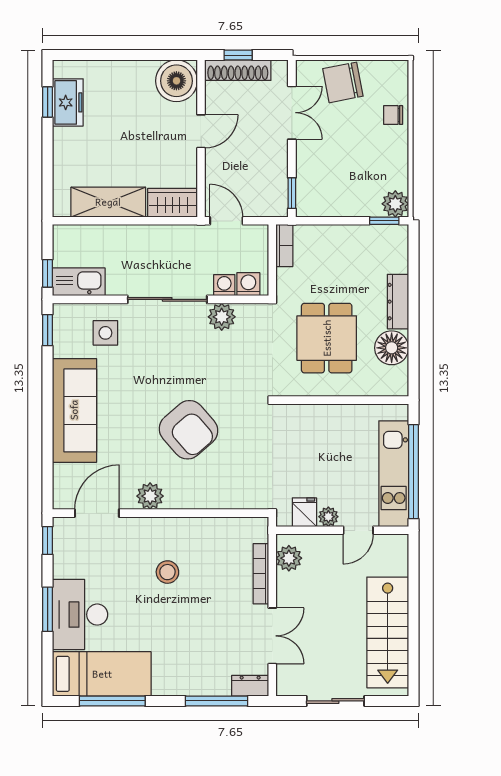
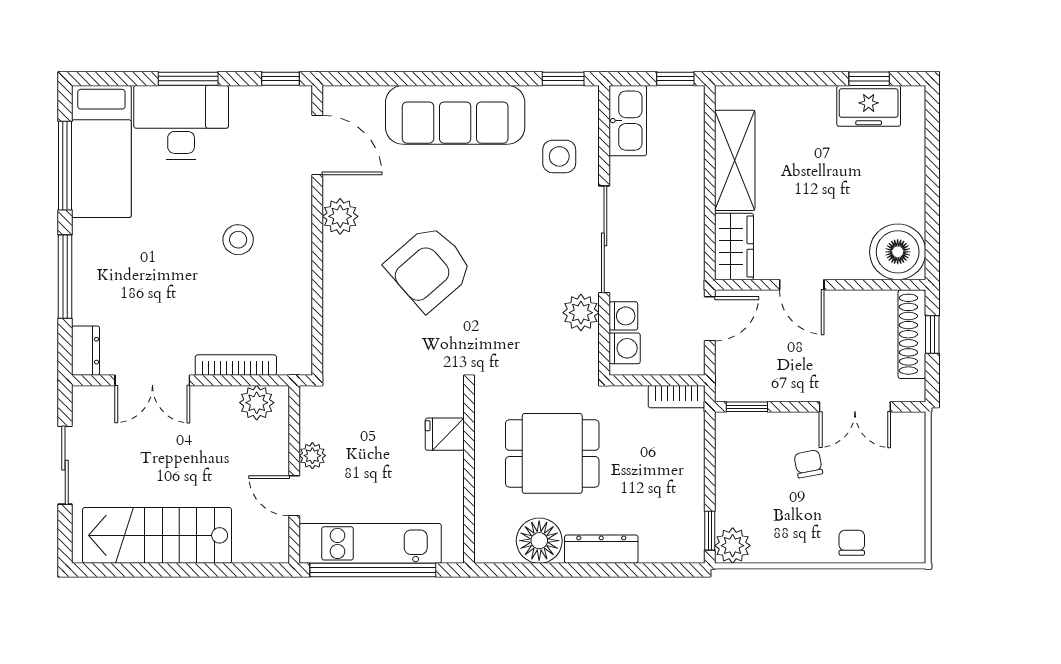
chair: (343, 82) -> (808, 464), moved, width x0.54, depth x0.54
door: (201, 131) -> (802, 285), moved
window: (48, 273) -> (675, 79), moved
fridge: (304, 512) -> (445, 434), moved, turned 180
window: (216, 701) -> (65, 277), moved

